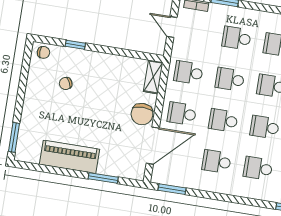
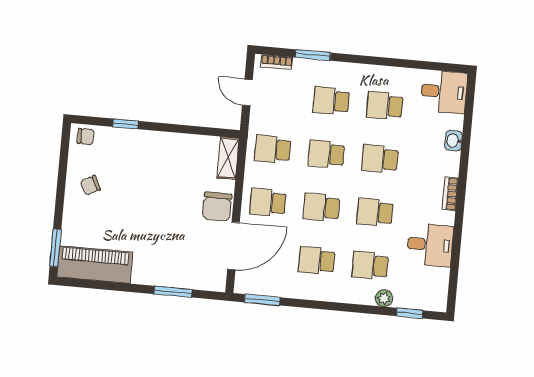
chair: (66, 83) -> (90, 185), moved
piano: (70, 157) -> (95, 265), moved
plant: (267, 195) -> (384, 298), added

